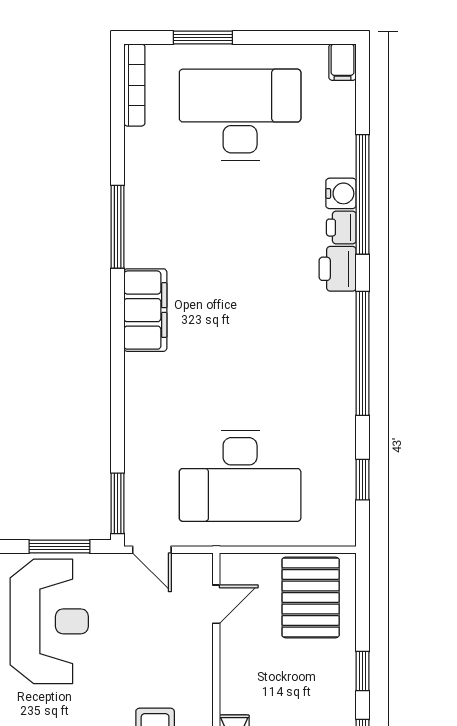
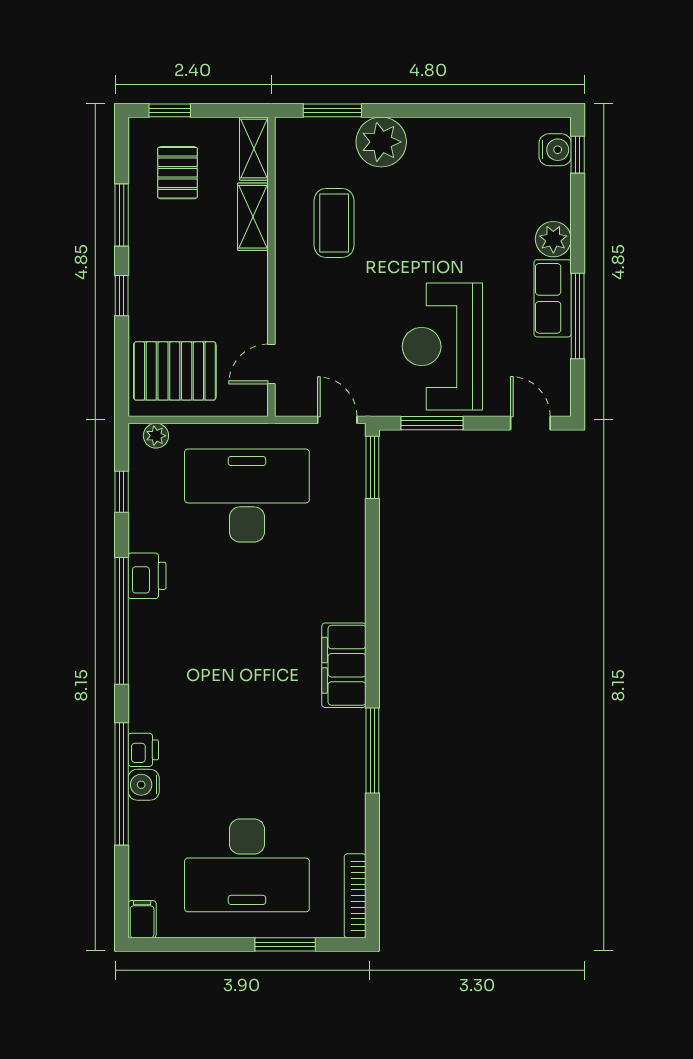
printer: (338, 269) -> (147, 576), moved
plant: (329, 534) -> (156, 436), added
pallet: (311, 597) -> (175, 371), turned 90

